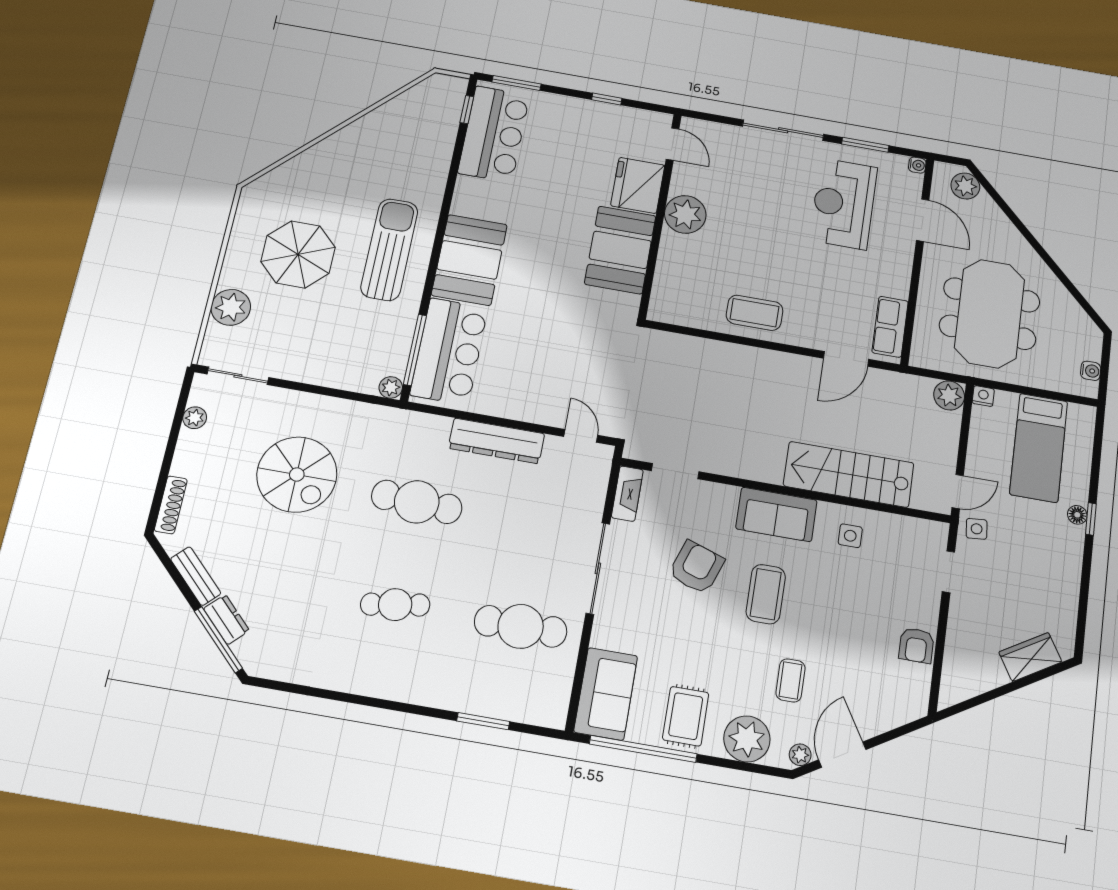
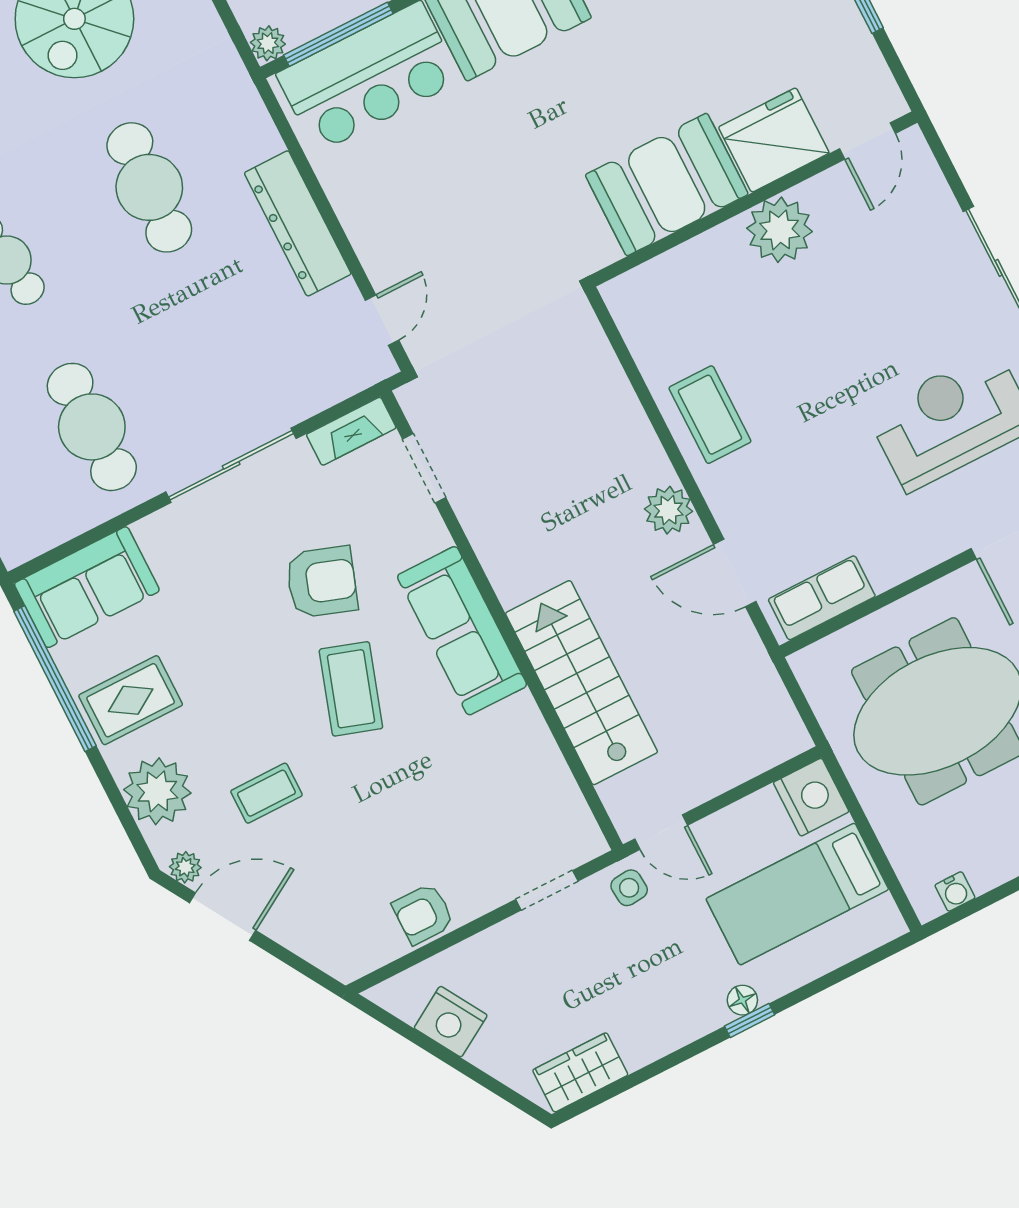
plant: (949, 395) -> (668, 510), moved
nightstand: (983, 396) -> (811, 797), width x1.89, depth x1.79
sofa: (776, 514) -> (462, 631), width x1.36
side table: (850, 536) -> (503, 739), removed
coffee table: (766, 594) -> (351, 689), turned -72
wardrobe: (1030, 657) -> (580, 1072), moved, turned -59
nightstand: (986, 674) -> (451, 1022), added

